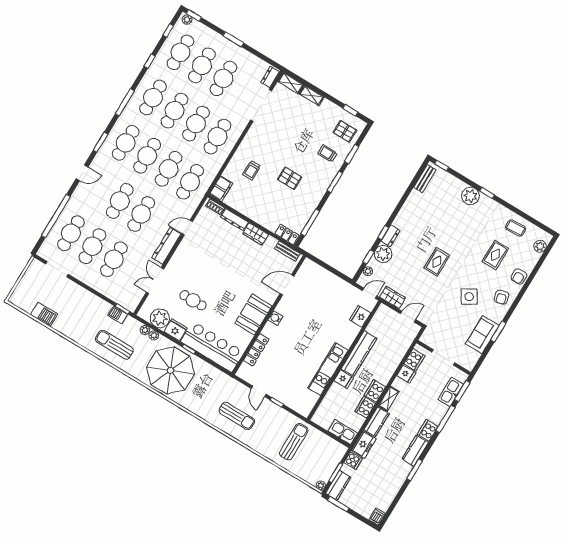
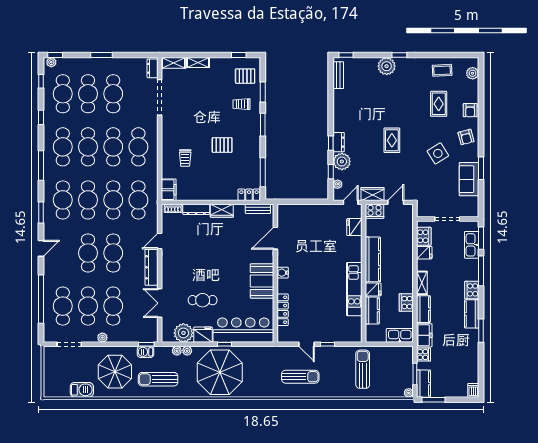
plant: (88, 280) -> (102, 338), added
parasol: (81, 316) -> (115, 372), added
cooker: (375, 391) -> (375, 211), moved, turned -90
kitchen counter: (332, 397) -> (372, 311), added

